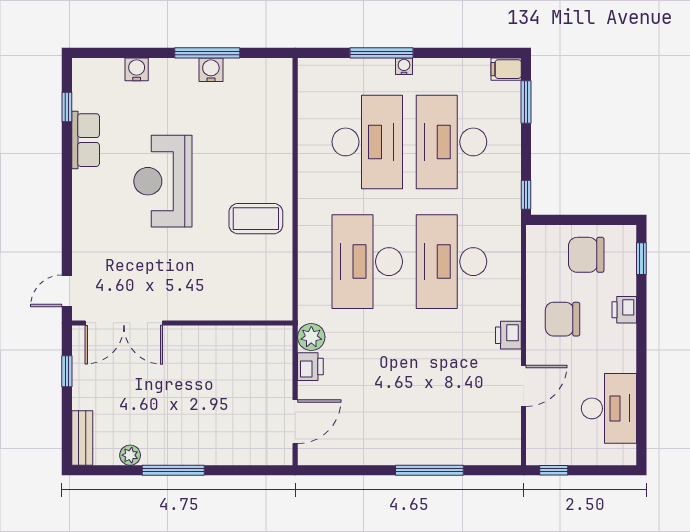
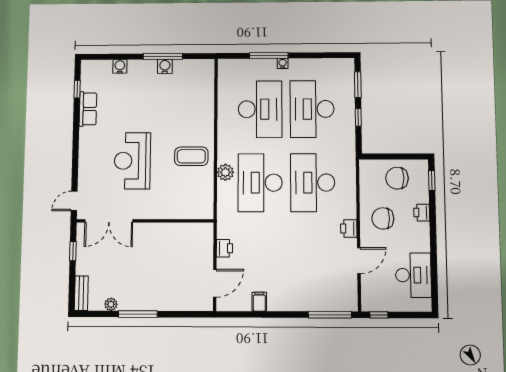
filing cabinet: (506, 69) -> (259, 302), moved, turned 90
reception desk: (163, 181) -> (132, 161), moved
window: (526, 195) -> (358, 117), moved
plant: (311, 337) -> (225, 172), moved
window: (429, 470) -> (330, 315), moved

